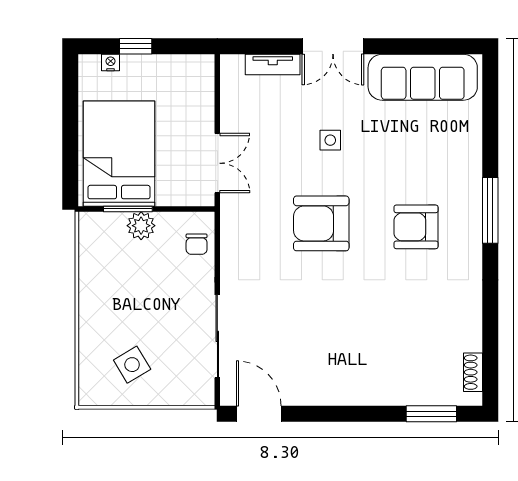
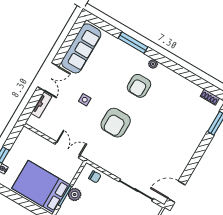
window: (490, 210) -> (133, 43), moved
plant: (473, 229) -> (153, 64), added

